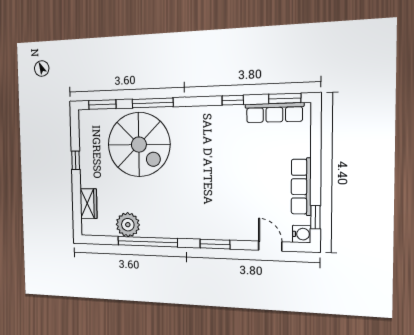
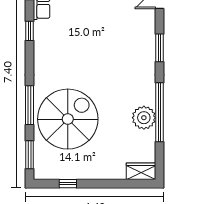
window: (76, 160) -> (68, 184), moved
wardrobe: (88, 204) -> (141, 171), moved
plant: (128, 225) -> (144, 118), moved

